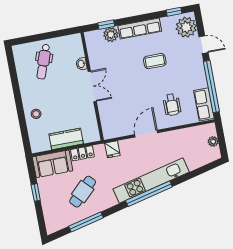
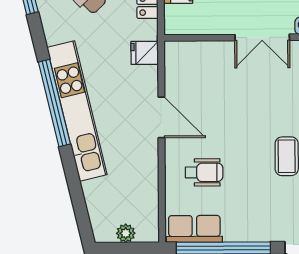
wheelchair: (172, 105) -> (204, 172), turned 180

